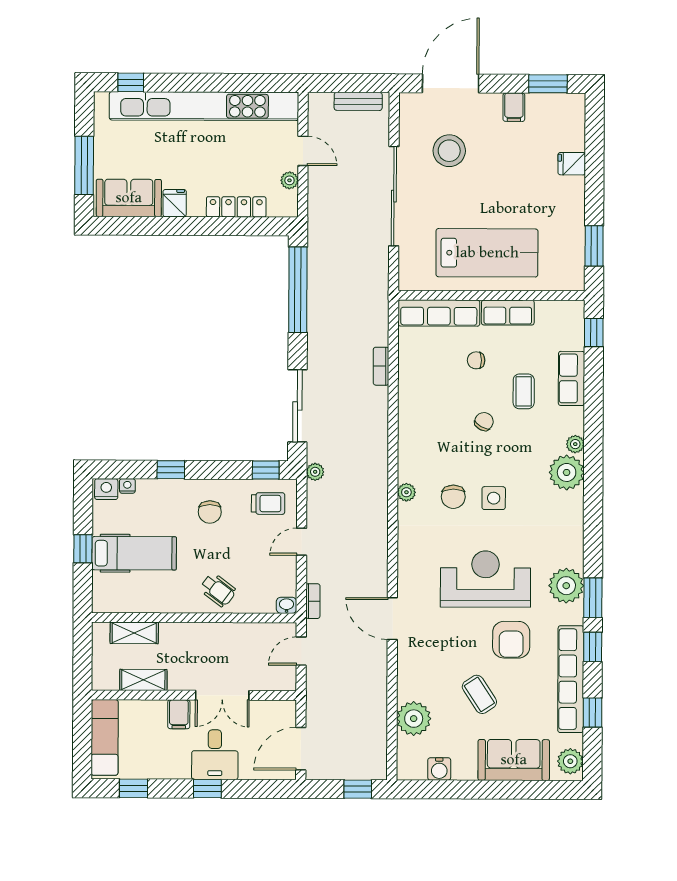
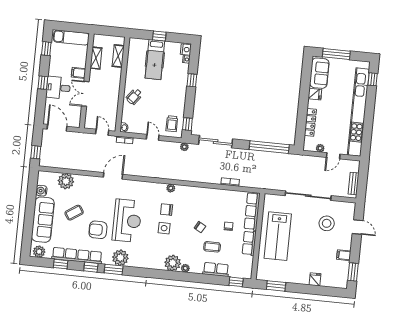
door: (451, 83) -> (358, 227), width x0.53
chair: (210, 512) -> (171, 96), removed
sofa: (514, 760) -> (43, 220), width x1.36

